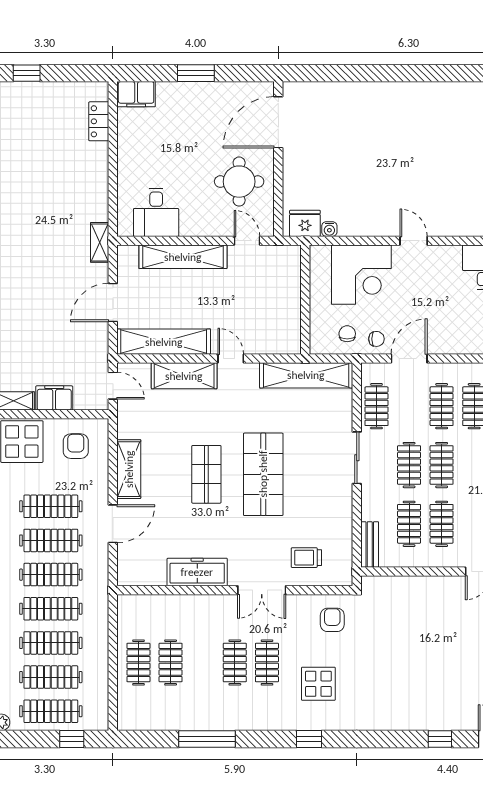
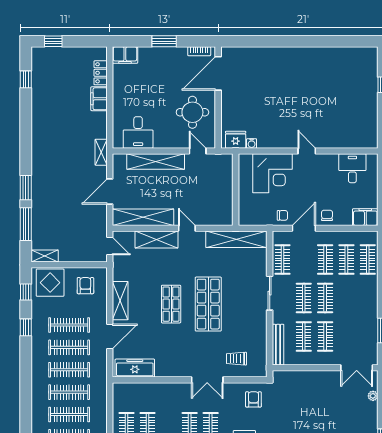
bookcase: (249, 88) -> (199, 51), added
chair: (347, 334) -> (327, 215), moved
filing cabinet: (54, 398) -> (99, 99), moved, turned -90
bench: (370, 544) -> (278, 345), width x1.36
freezer: (197, 572) -> (135, 368), moved

